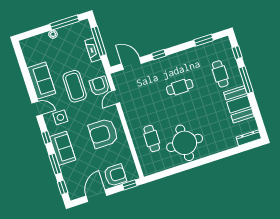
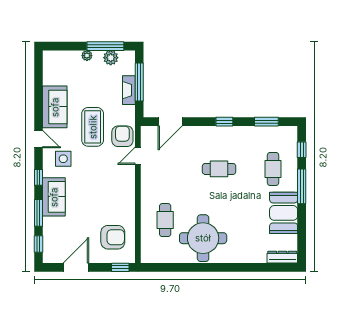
plant: (71, 30) -> (111, 58), added
window: (159, 55) -> (224, 122), moved
door: (131, 64) -> (170, 122), swing flipped
armchair: (103, 133) -> (109, 195), removed
armchair: (115, 175) -> (113, 237), moved

